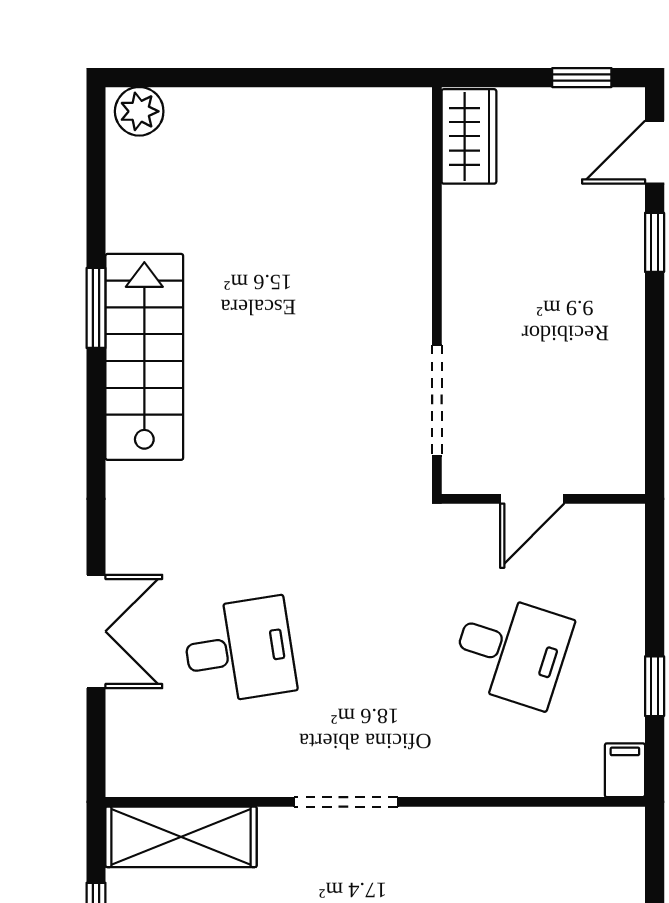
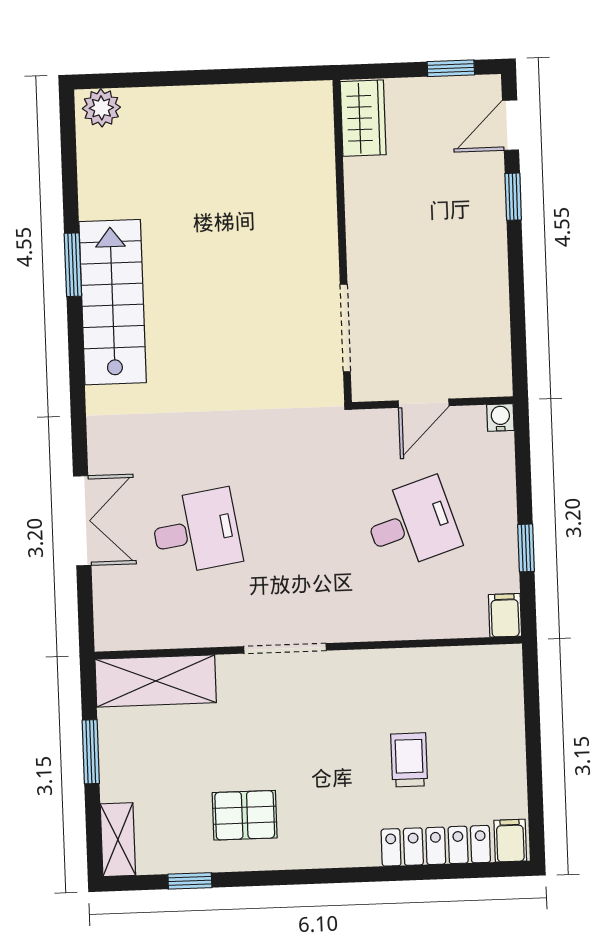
water cooler: (628, 520) -> (500, 418), added
desk: (511, 650) -> (412, 524), turned -36

